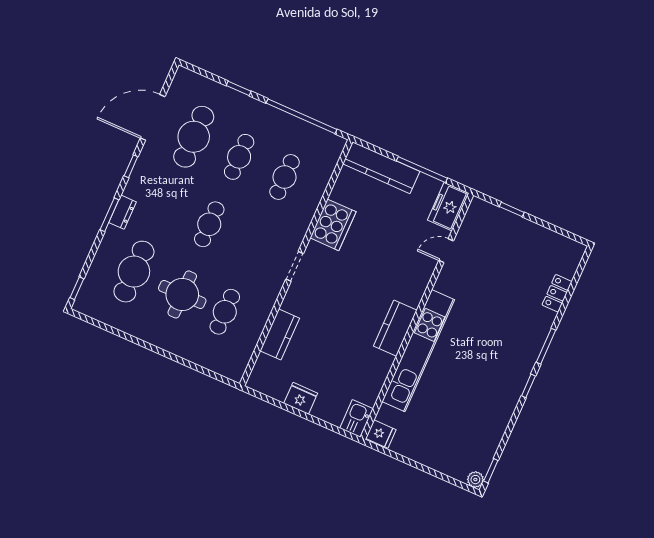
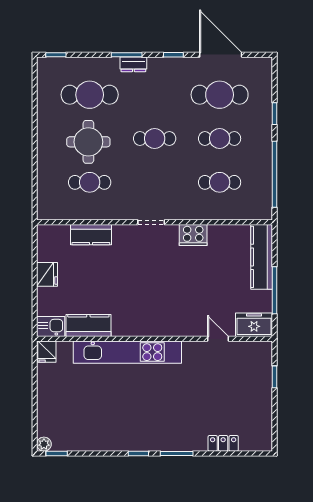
cooker: (333, 225) -> (193, 235), width x0.73, depth x0.76
kitchen counter: (395, 328) -> (88, 325), moved

